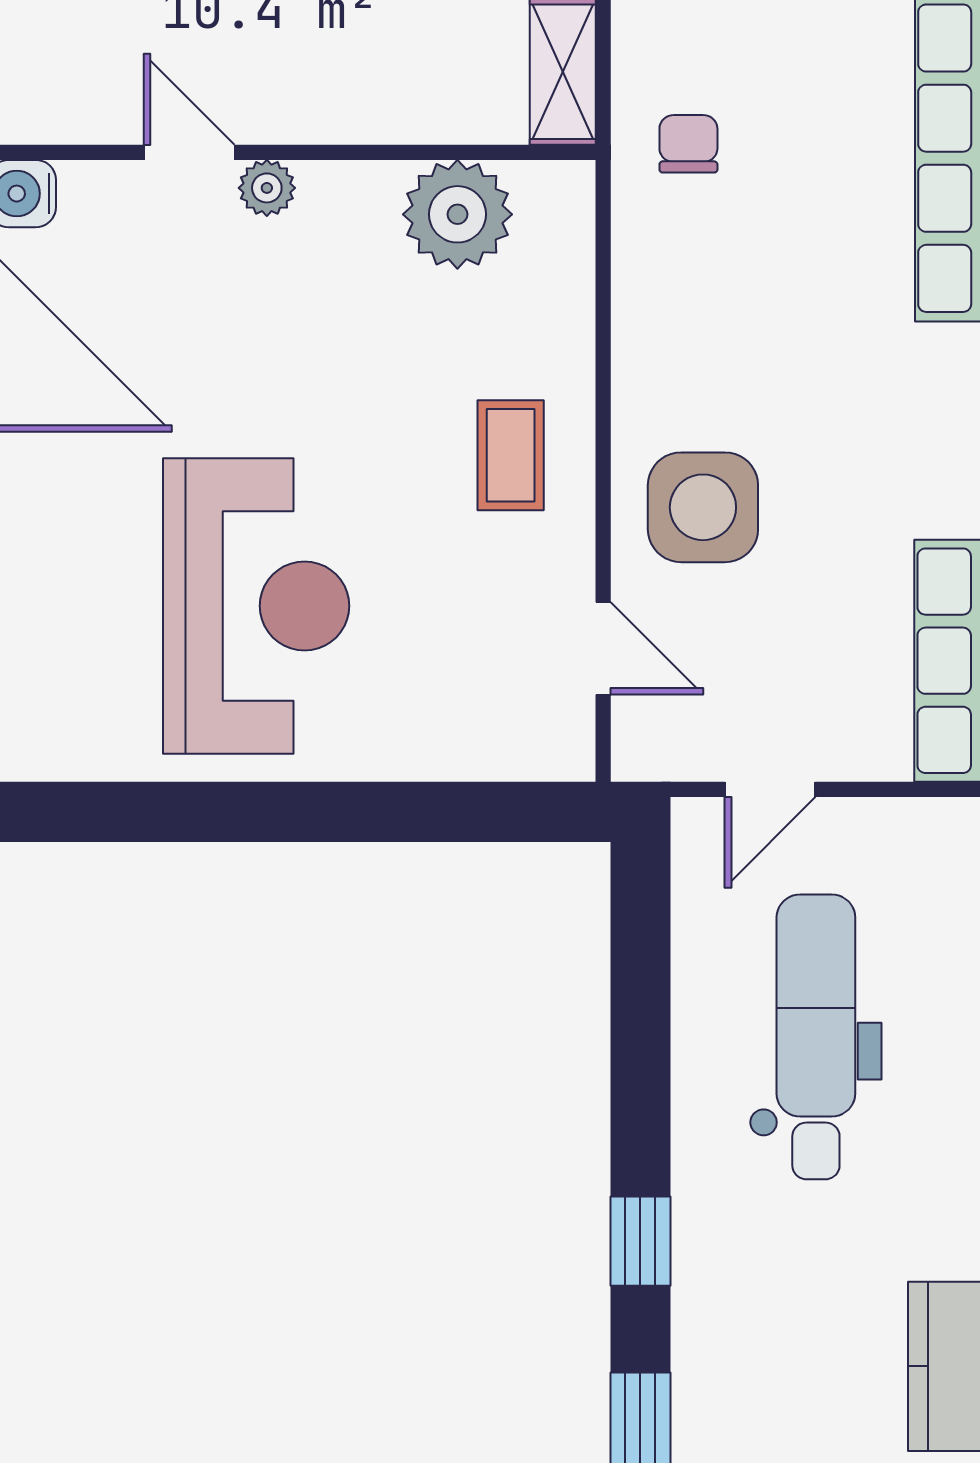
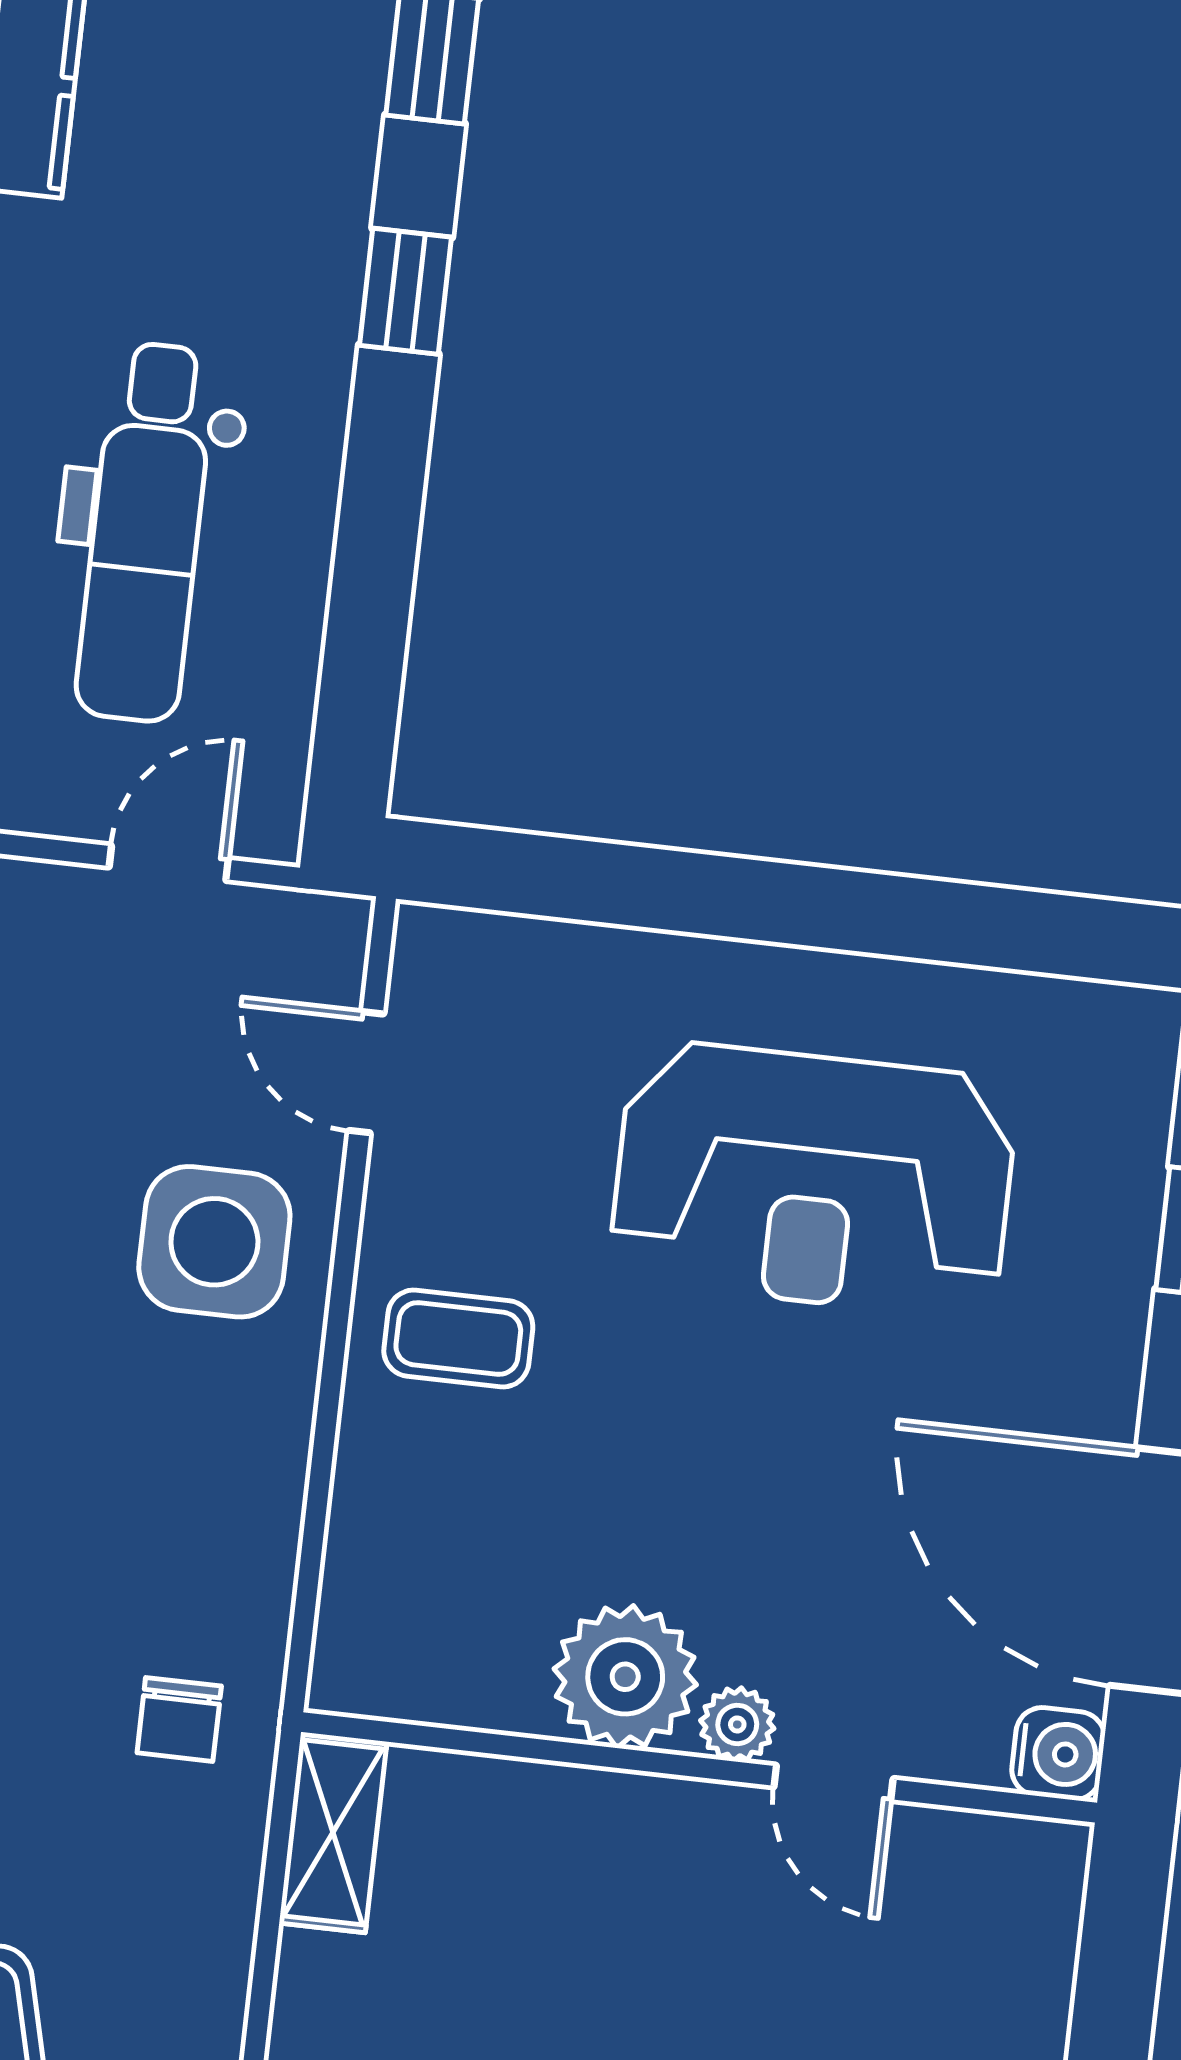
plant: (457, 214) -> (625, 1677), moved
coffee table: (511, 455) -> (458, 1339), turned 90
reception desk: (256, 606) -> (814, 1179), turned -90

